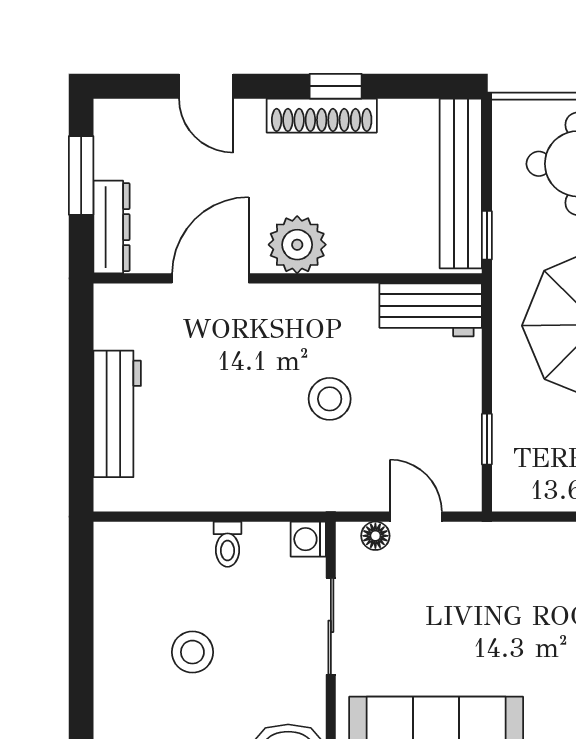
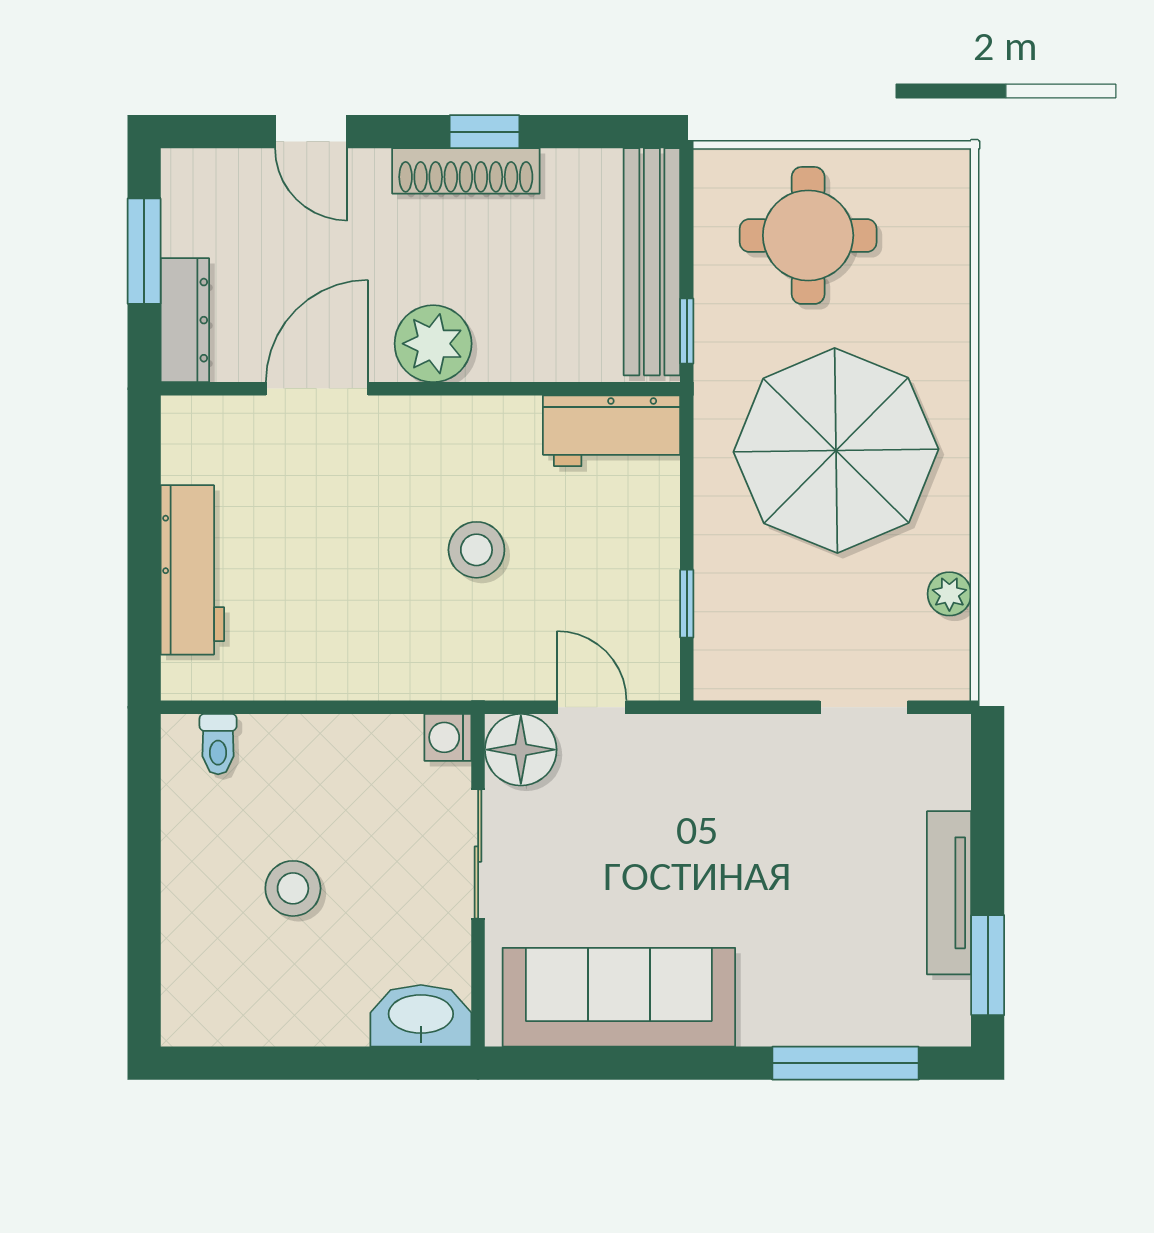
floor lamp: (375, 536) -> (521, 750), width x1.89, depth x1.89
toilet: (227, 544) -> (218, 744), moved

